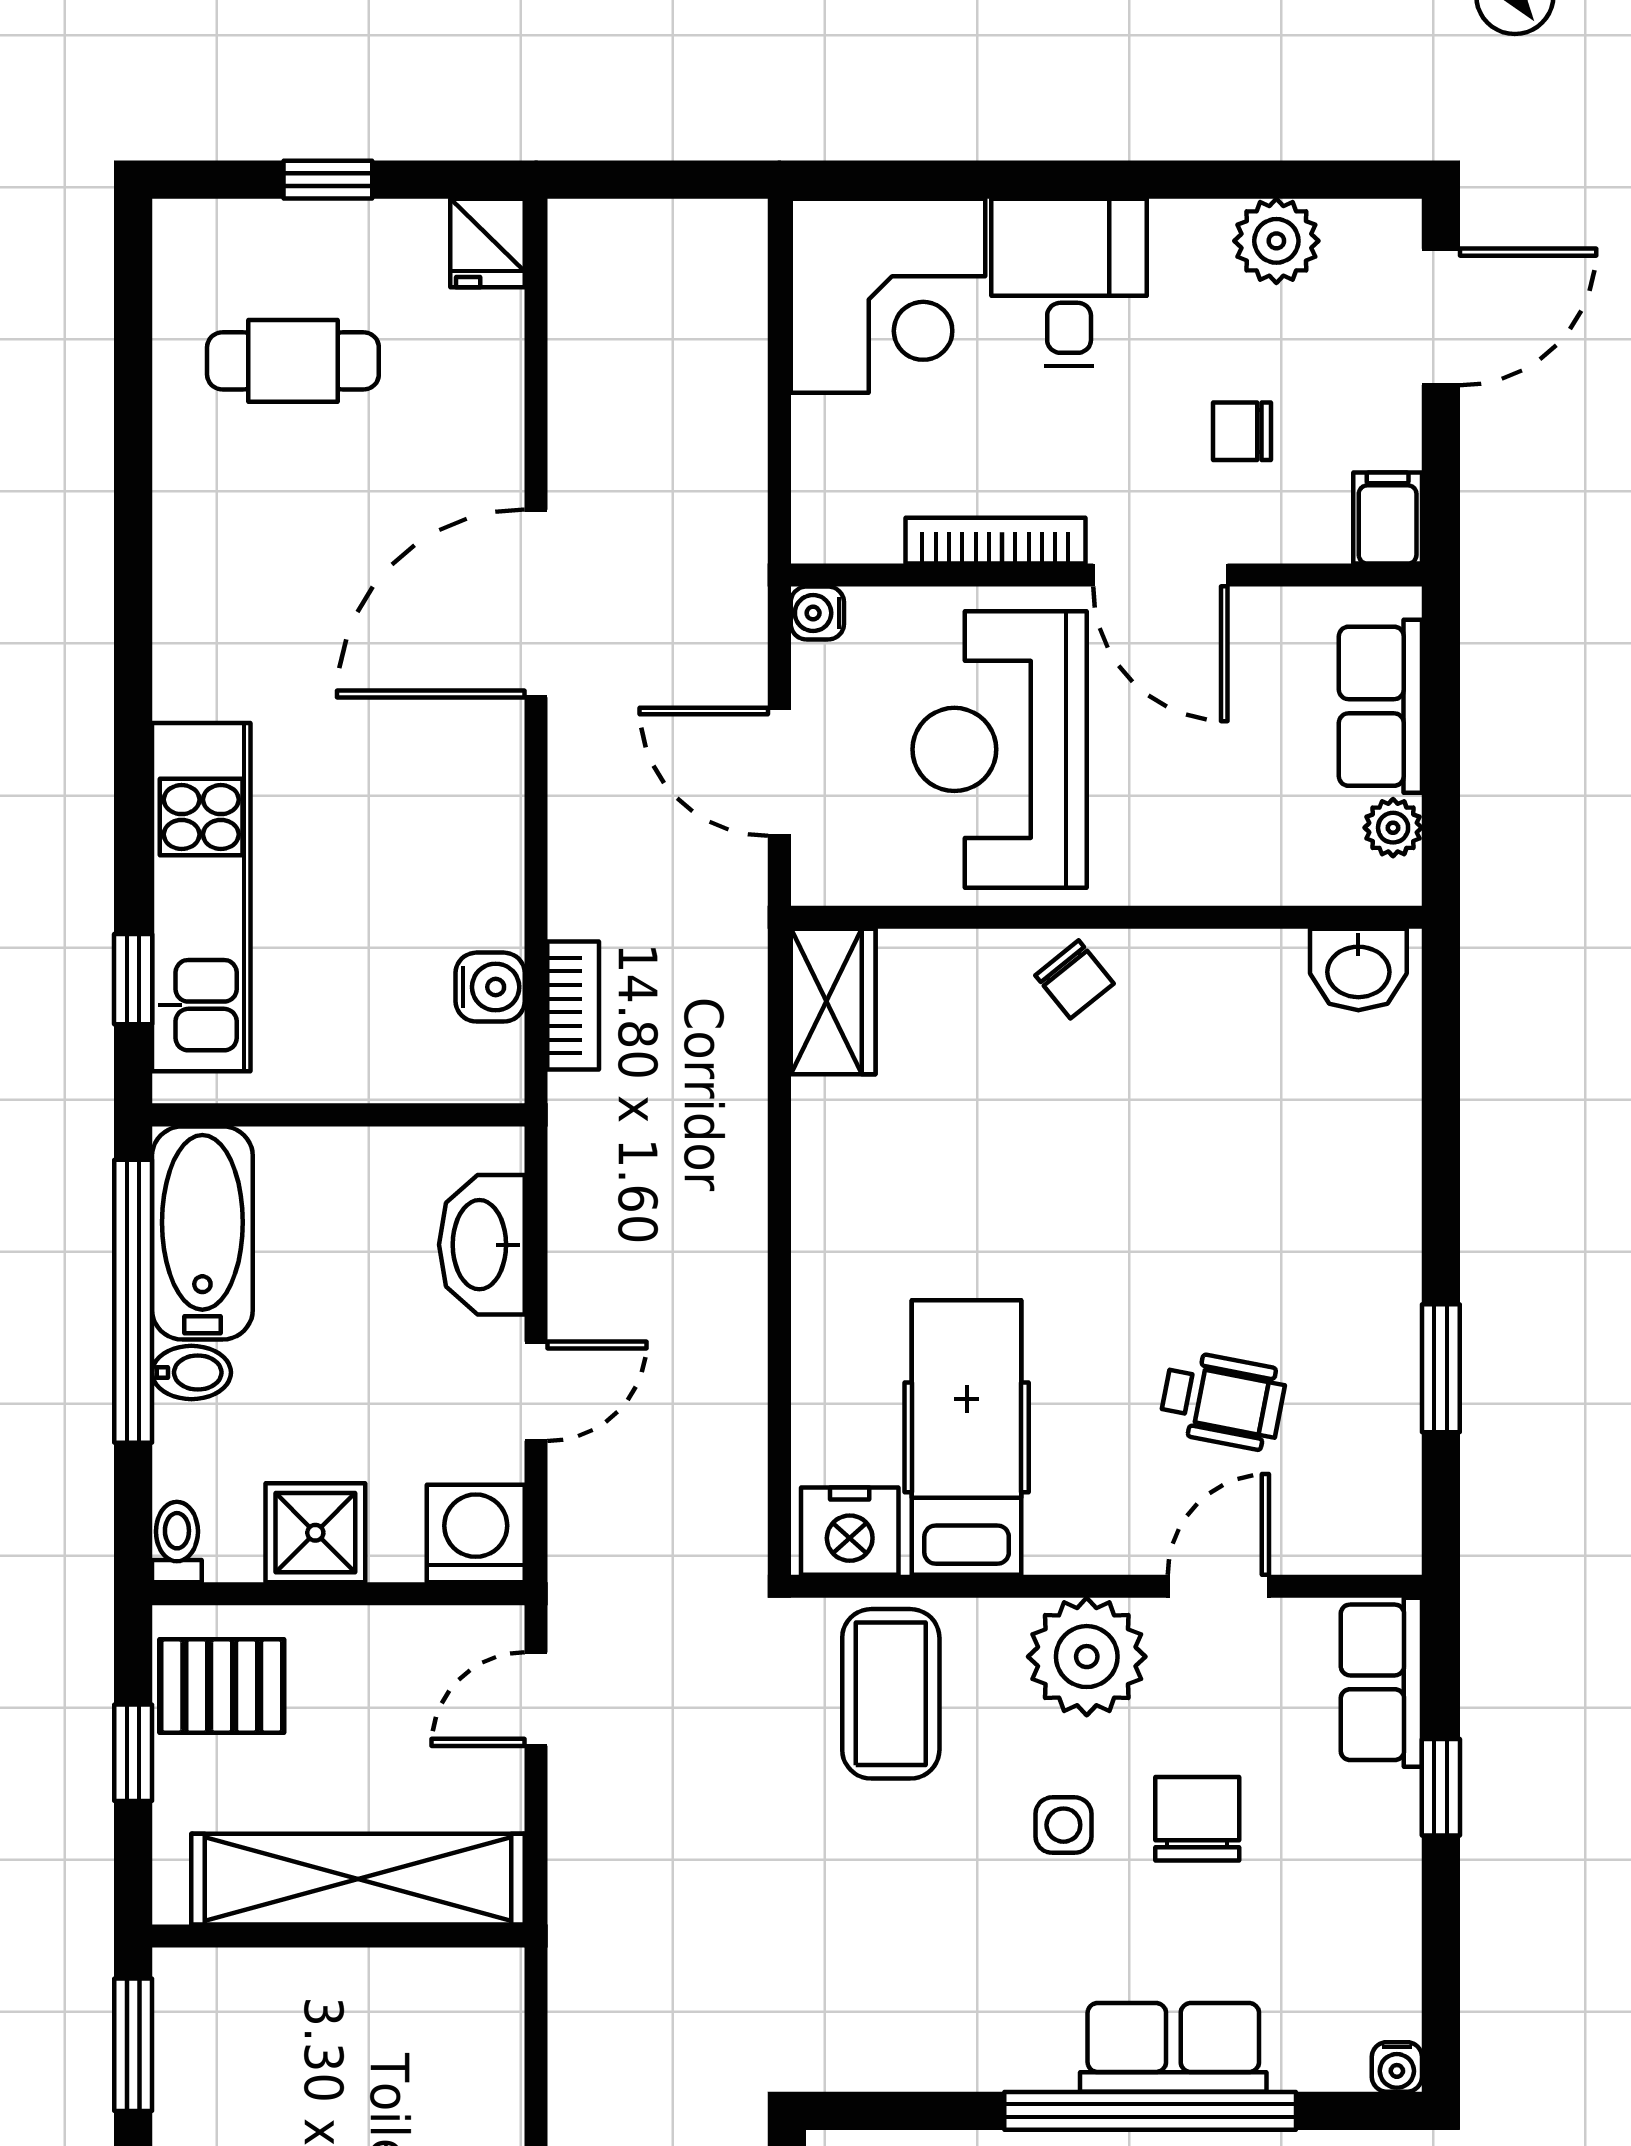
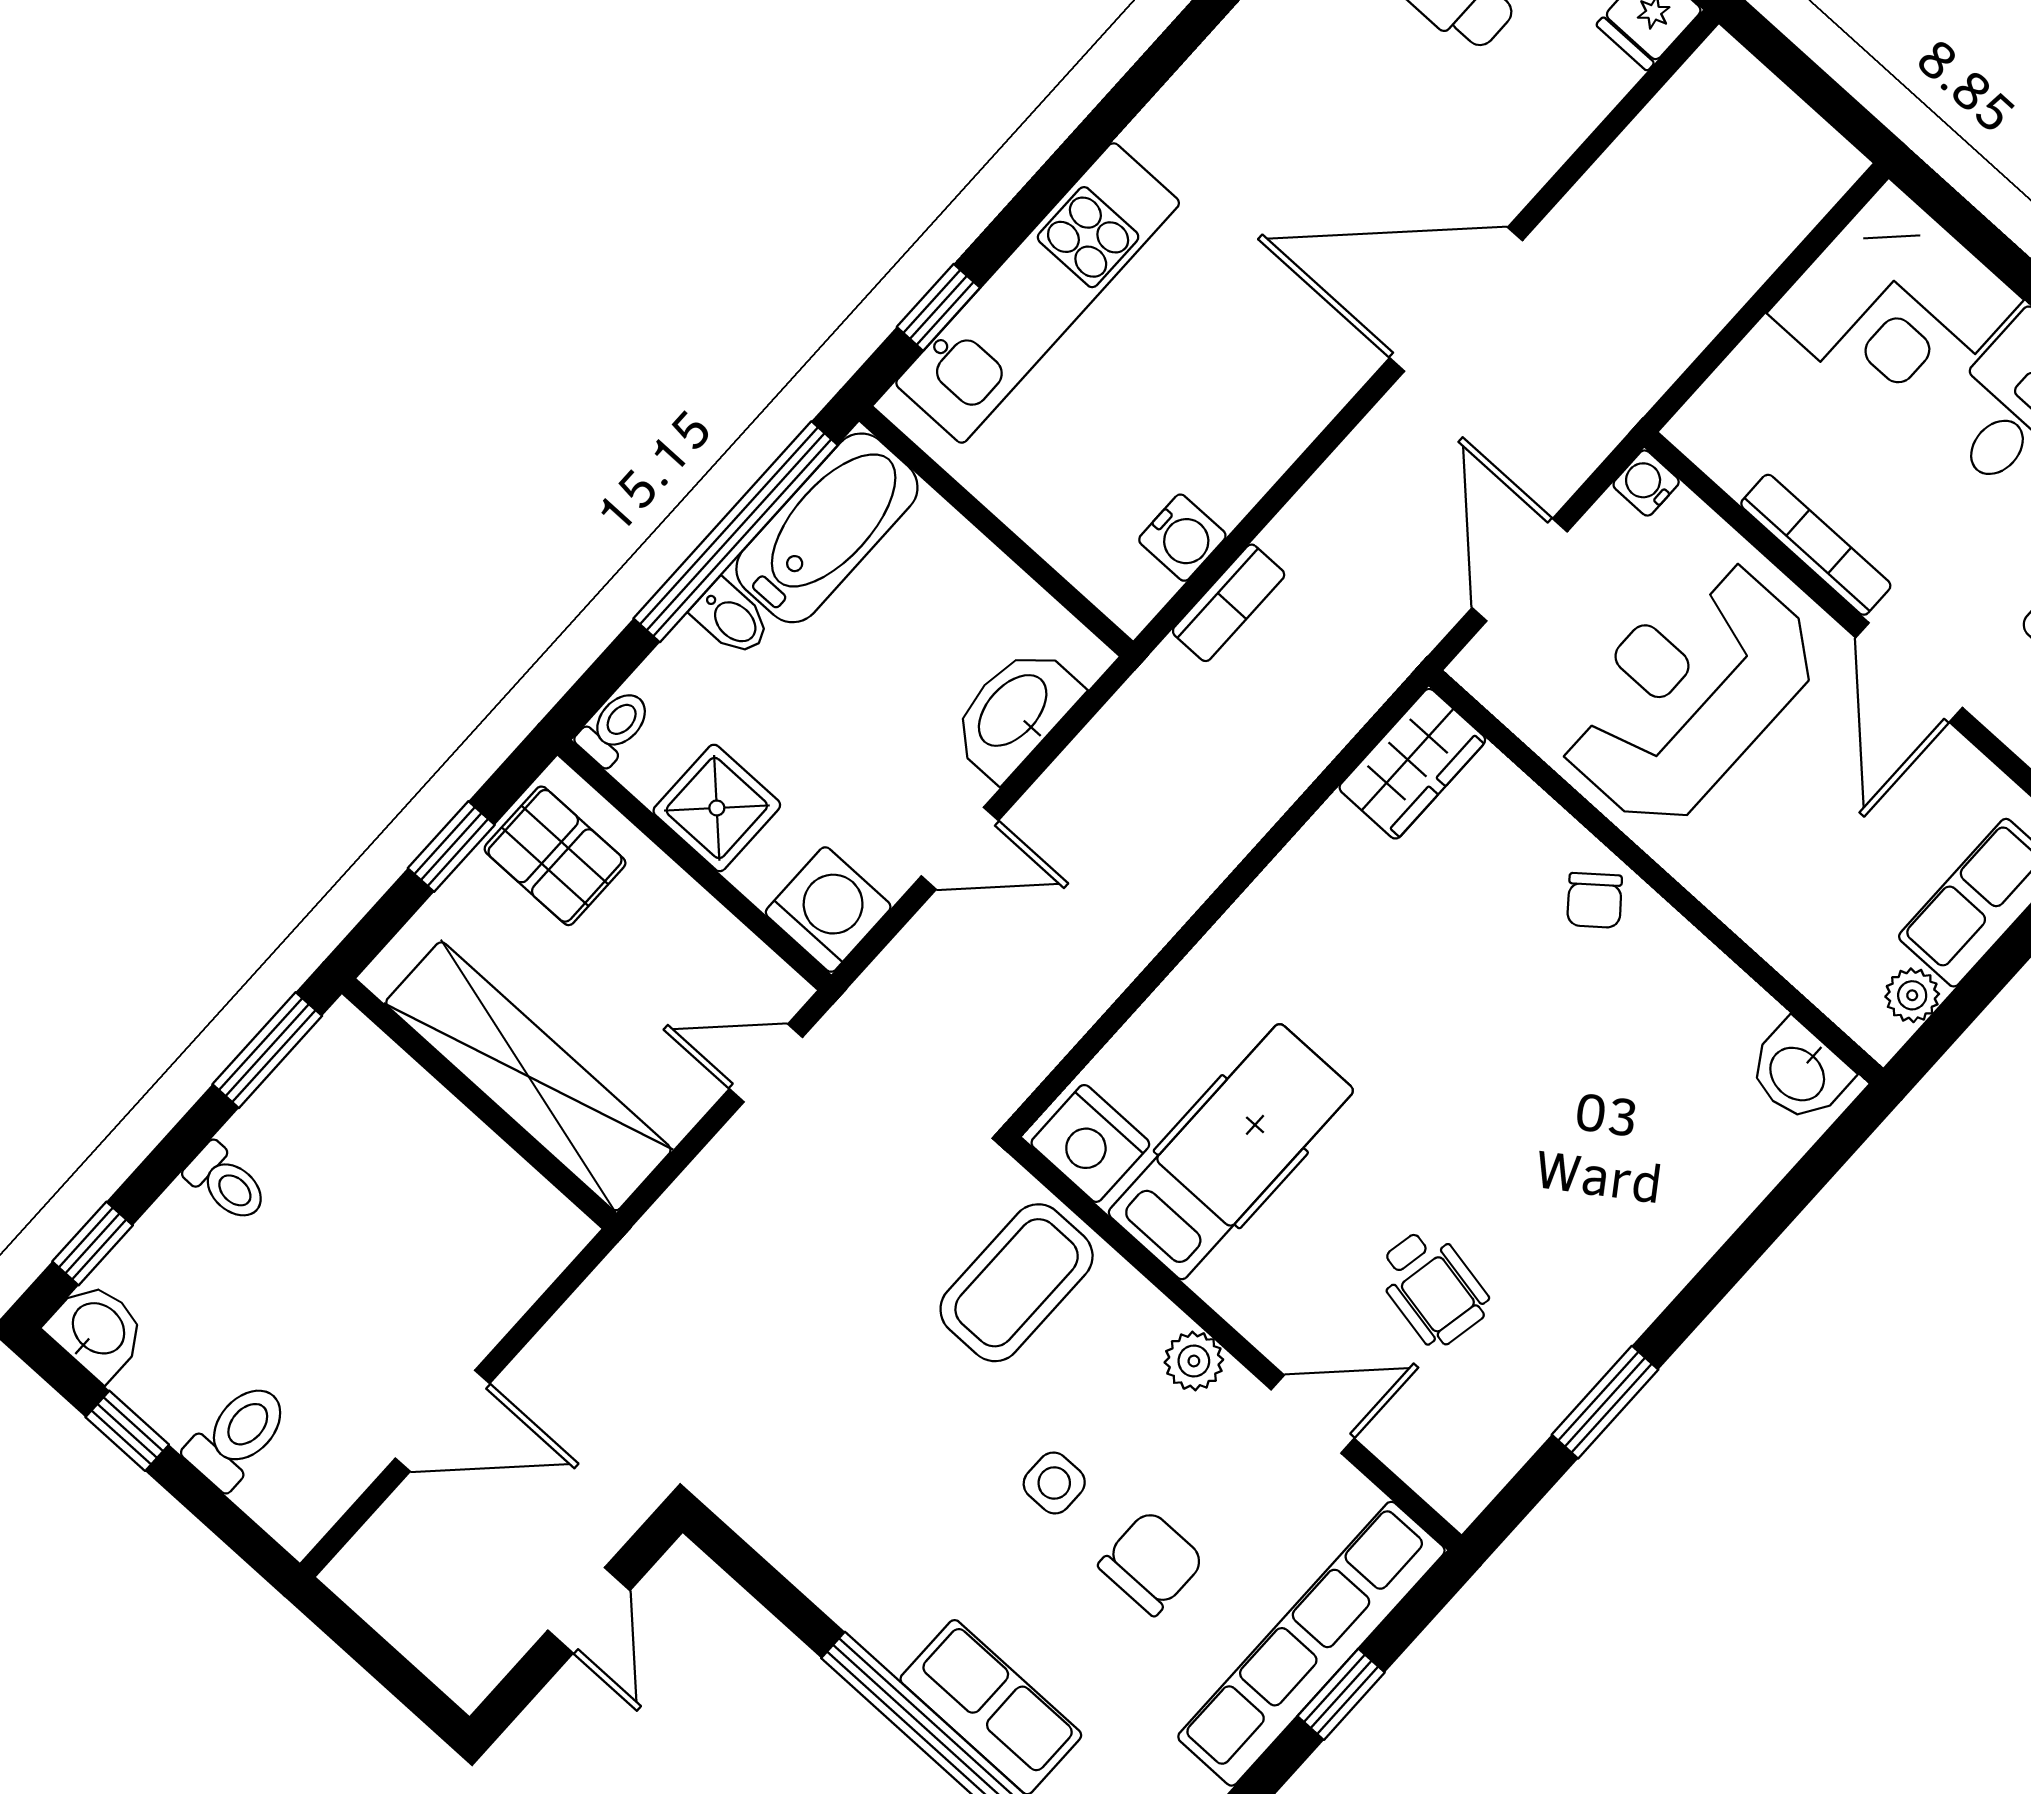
plant: (1087, 1657) -> (1194, 1361), width x0.53, depth x0.53
row of seats: (1381, 1682) -> (1311, 1644), width x2.02

